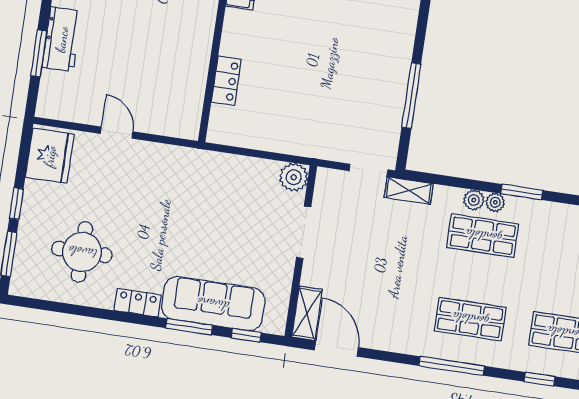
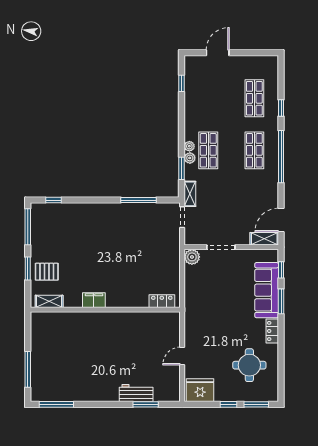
locker: (226, 81) -> (162, 301), moved
window: (522, 192) -> (182, 168), moved
window: (452, 366) -> (281, 157), width x1.46

